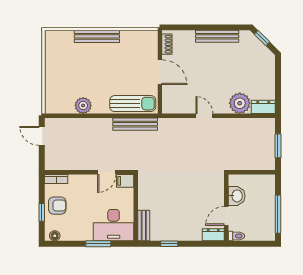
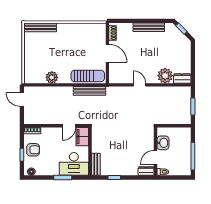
bench: (97, 36) -> (40, 27), moved
filing cabinet: (125, 181) -> (82, 137), width x2.00

